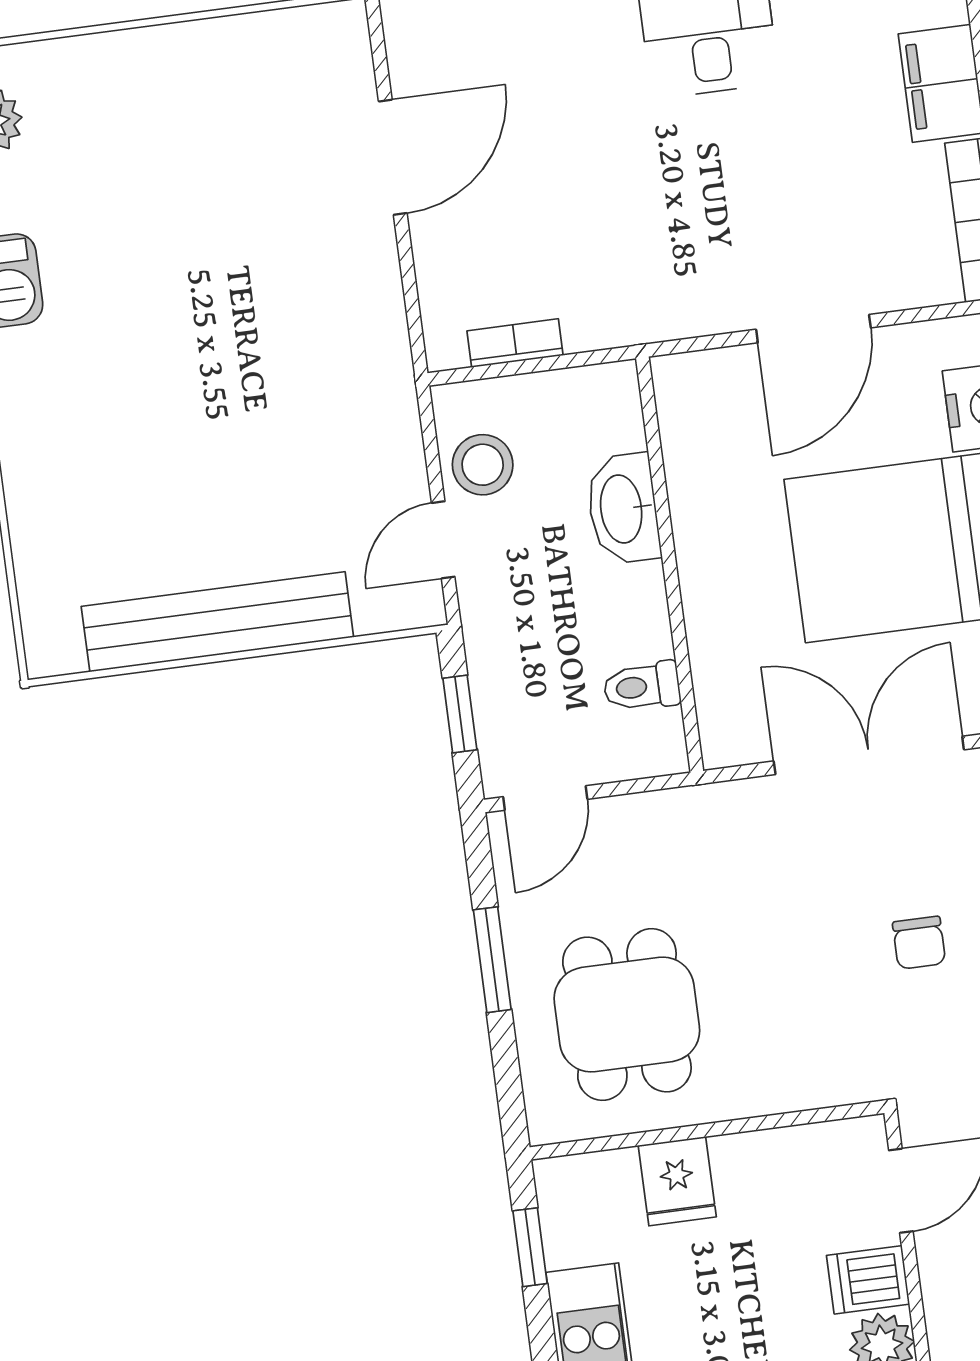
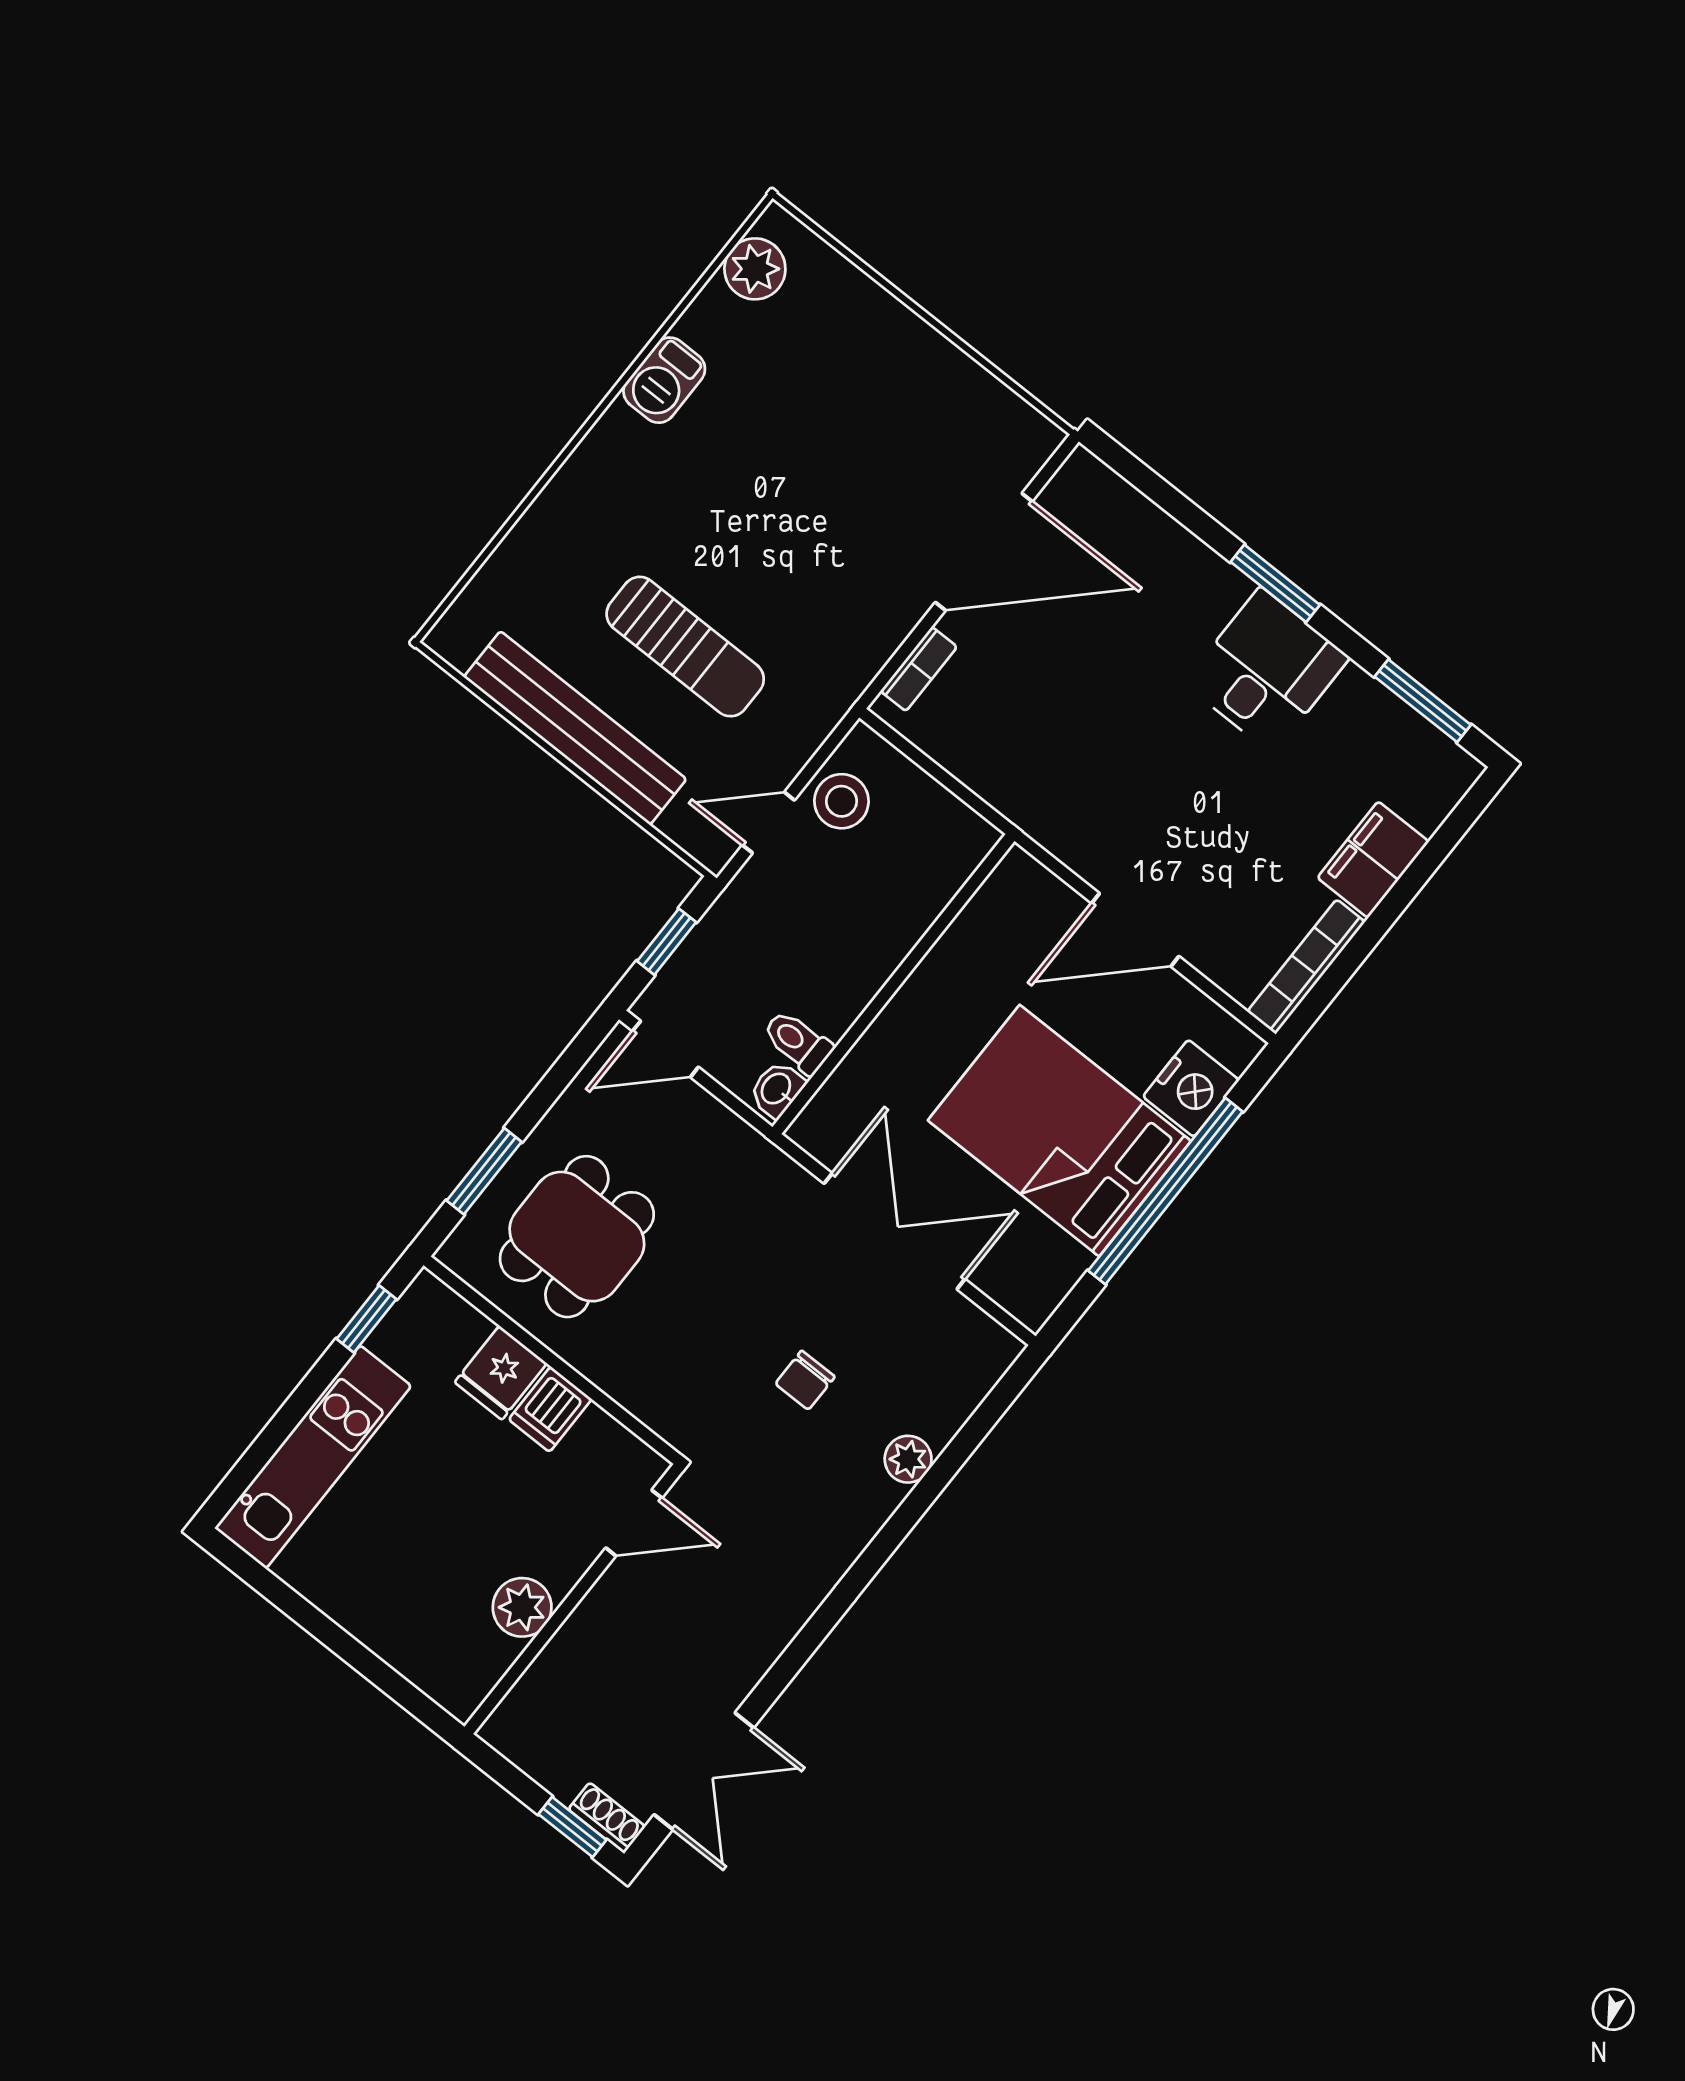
door: (393, 157) -> (984, 552), width x1.36
bookcase: (515, 343) -> (919, 669), moved, turned 90
sun lounger: (237, 470) -> (685, 647), added
washbasin: (623, 509) -> (777, 1089), moved, width x0.52, depth x0.69
window: (492, 960) -> (484, 1171), moved
dishwasher: (868, 1280) -> (550, 1409), moved, turned -90

